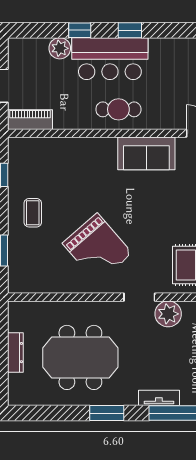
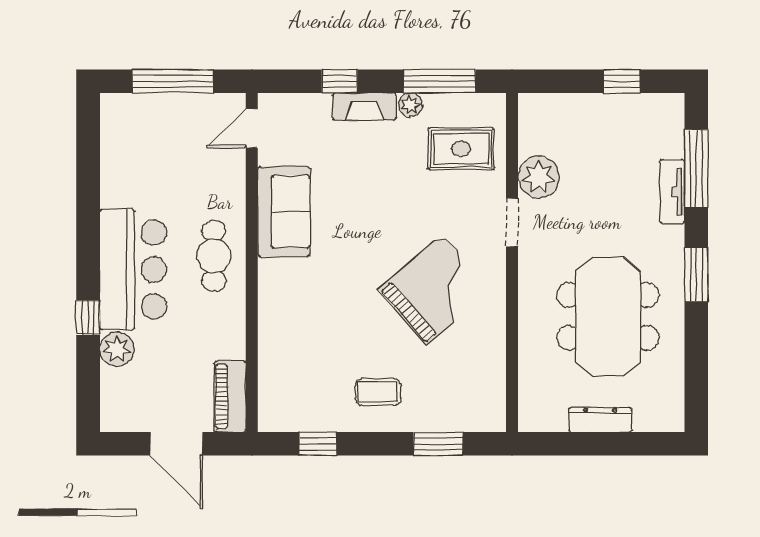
window: (130, 30) -> (88, 238), removed

